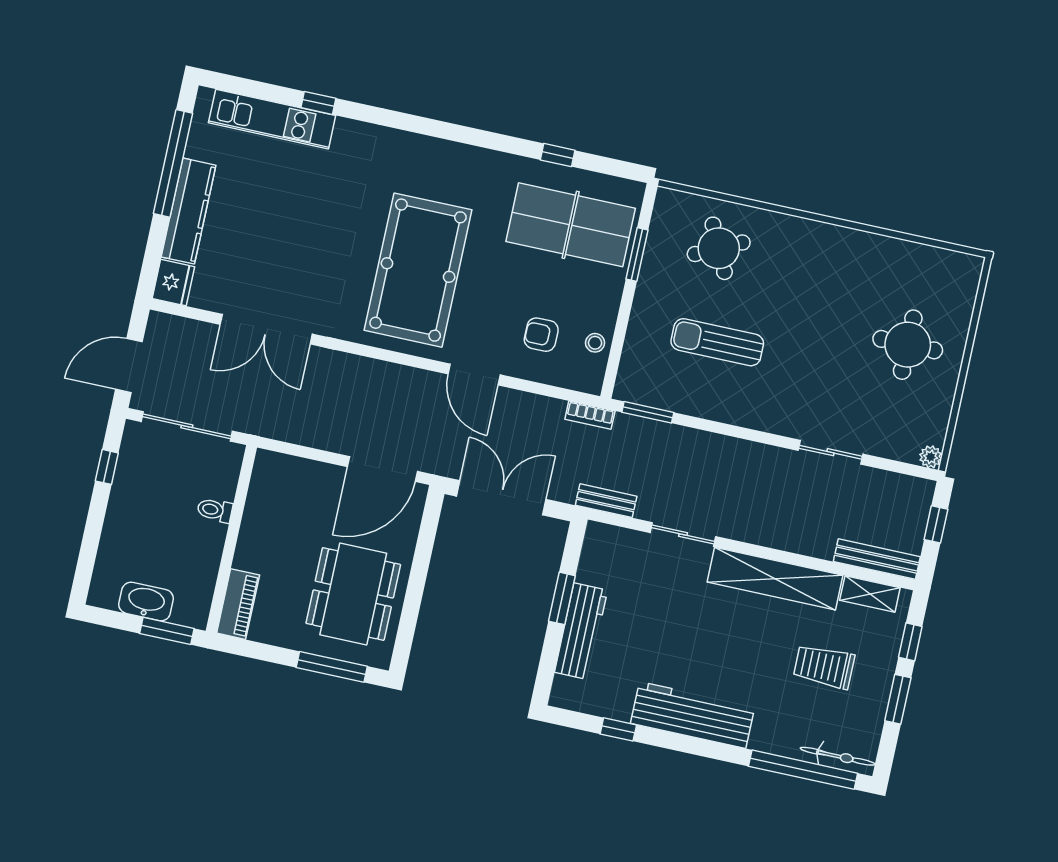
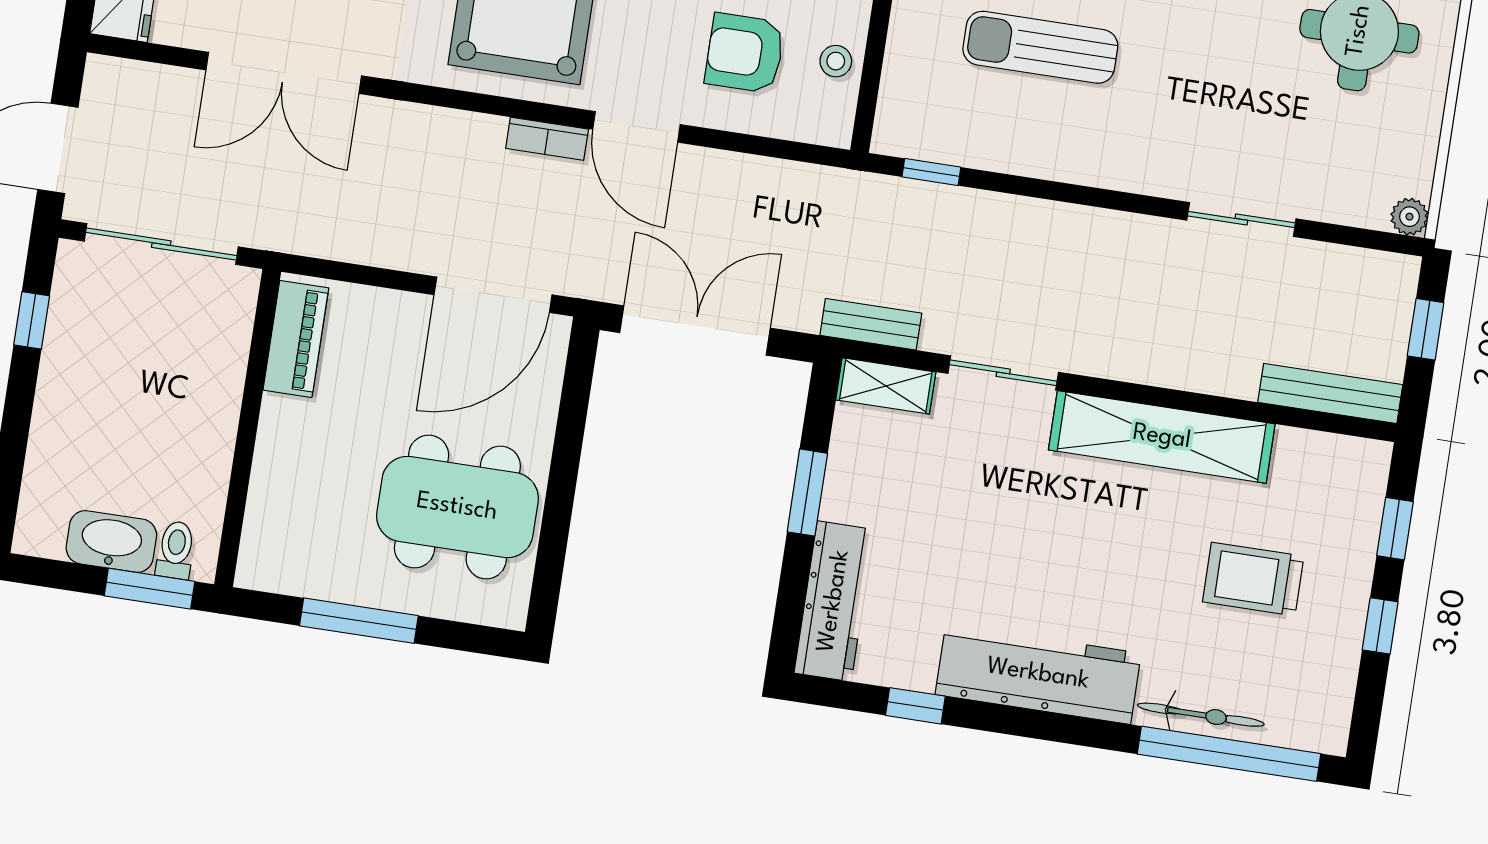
armchair: (541, 335) -> (745, 53), width x1.38, depth x1.38
window: (648, 412) -> (931, 172), width x0.67
bookcase: (590, 415) -> (547, 139), moved
toilet: (215, 510) -> (176, 550), moved, turned 90
dining table: (353, 594) -> (457, 507), turned 90
shelving: (870, 594) -> (886, 386), moved
piano: (238, 604) -> (296, 339), moved
workbench: (581, 631) -> (834, 601), moved
window: (332, 667) -> (359, 621), moved
window: (898, 699) -> (1380, 626), width x0.67
bicycle: (838, 756) -> (1201, 715), moved

